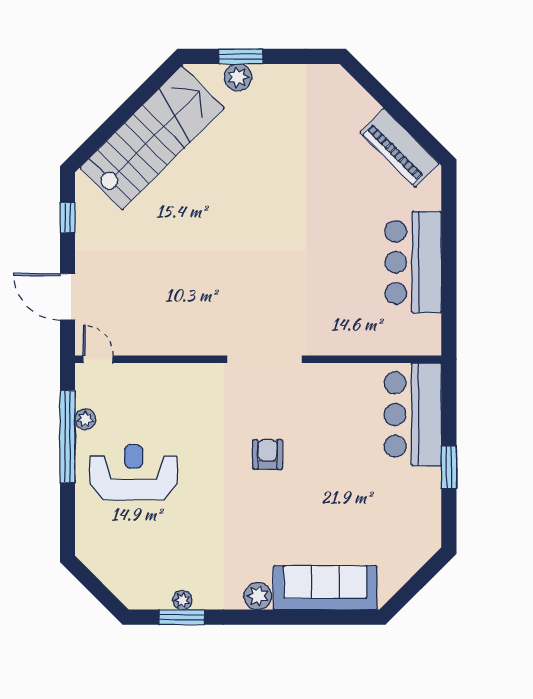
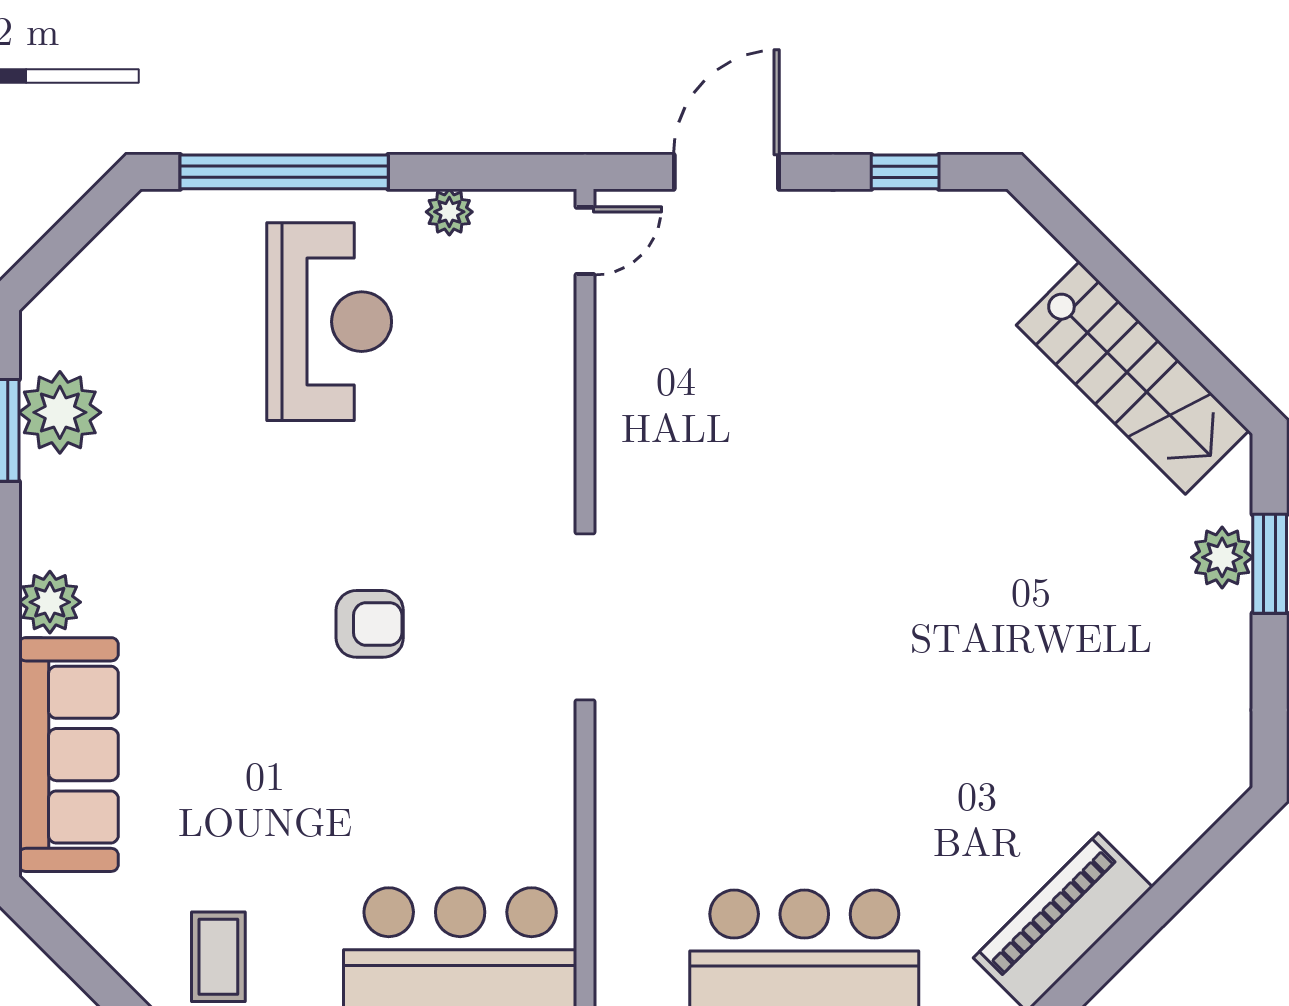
stairs: (152, 138) -> (1133, 378), width x0.73, depth x0.66
window: (67, 437) -> (284, 172), moved
coffee table: (415, 521) -> (218, 957), added
plant: (182, 600) -> (60, 412), width x1.88, depth x1.88

